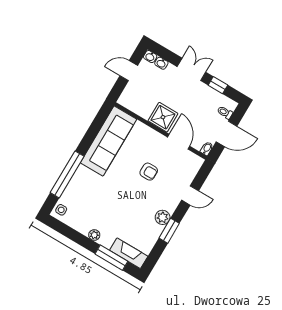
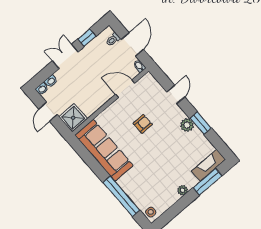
shower: (163, 117) -> (73, 118), moved

